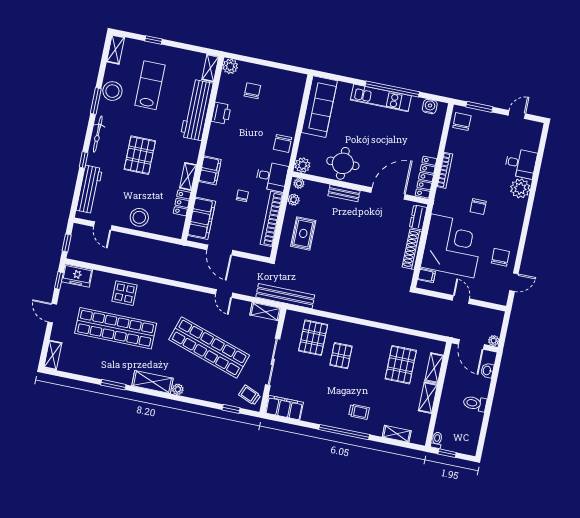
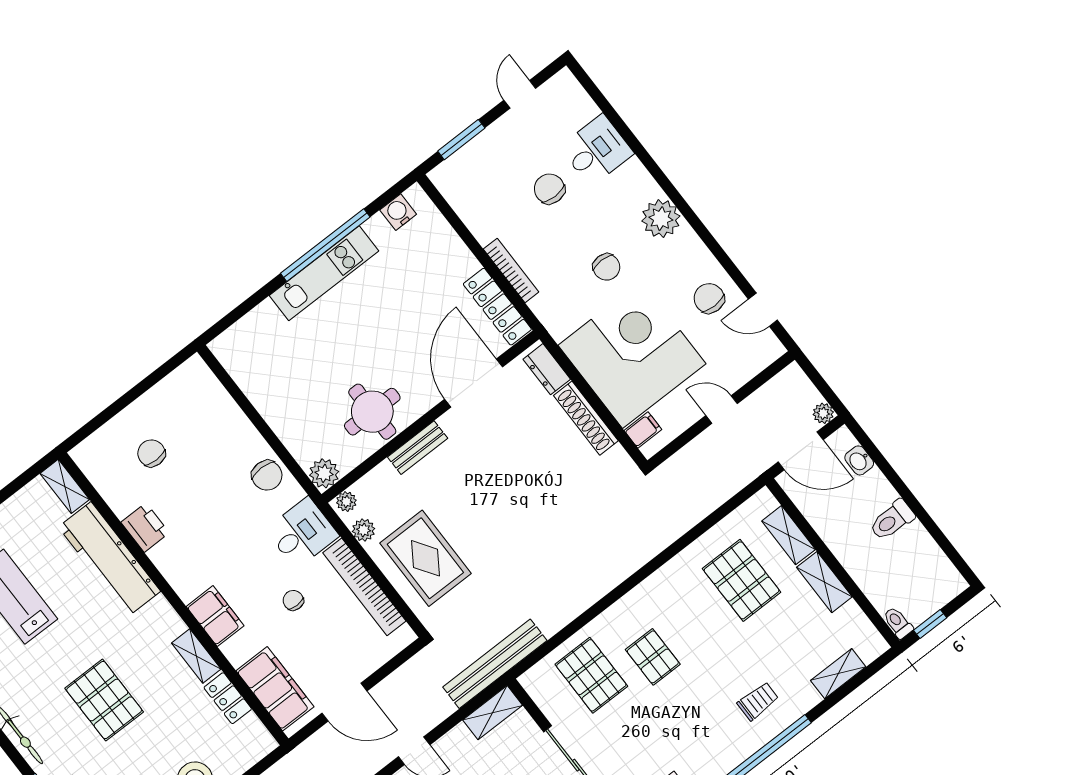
plant: (230, 66) -> (88, 455), removed
sofa: (319, 107) -> (259, 375), removed
chair: (462, 122) -> (549, 189), moved
plant: (520, 188) -> (661, 219), moved
rug: (303, 233) -> (425, 558), width x1.36, depth x1.43
door: (514, 282) -> (763, 310), swing flipped

